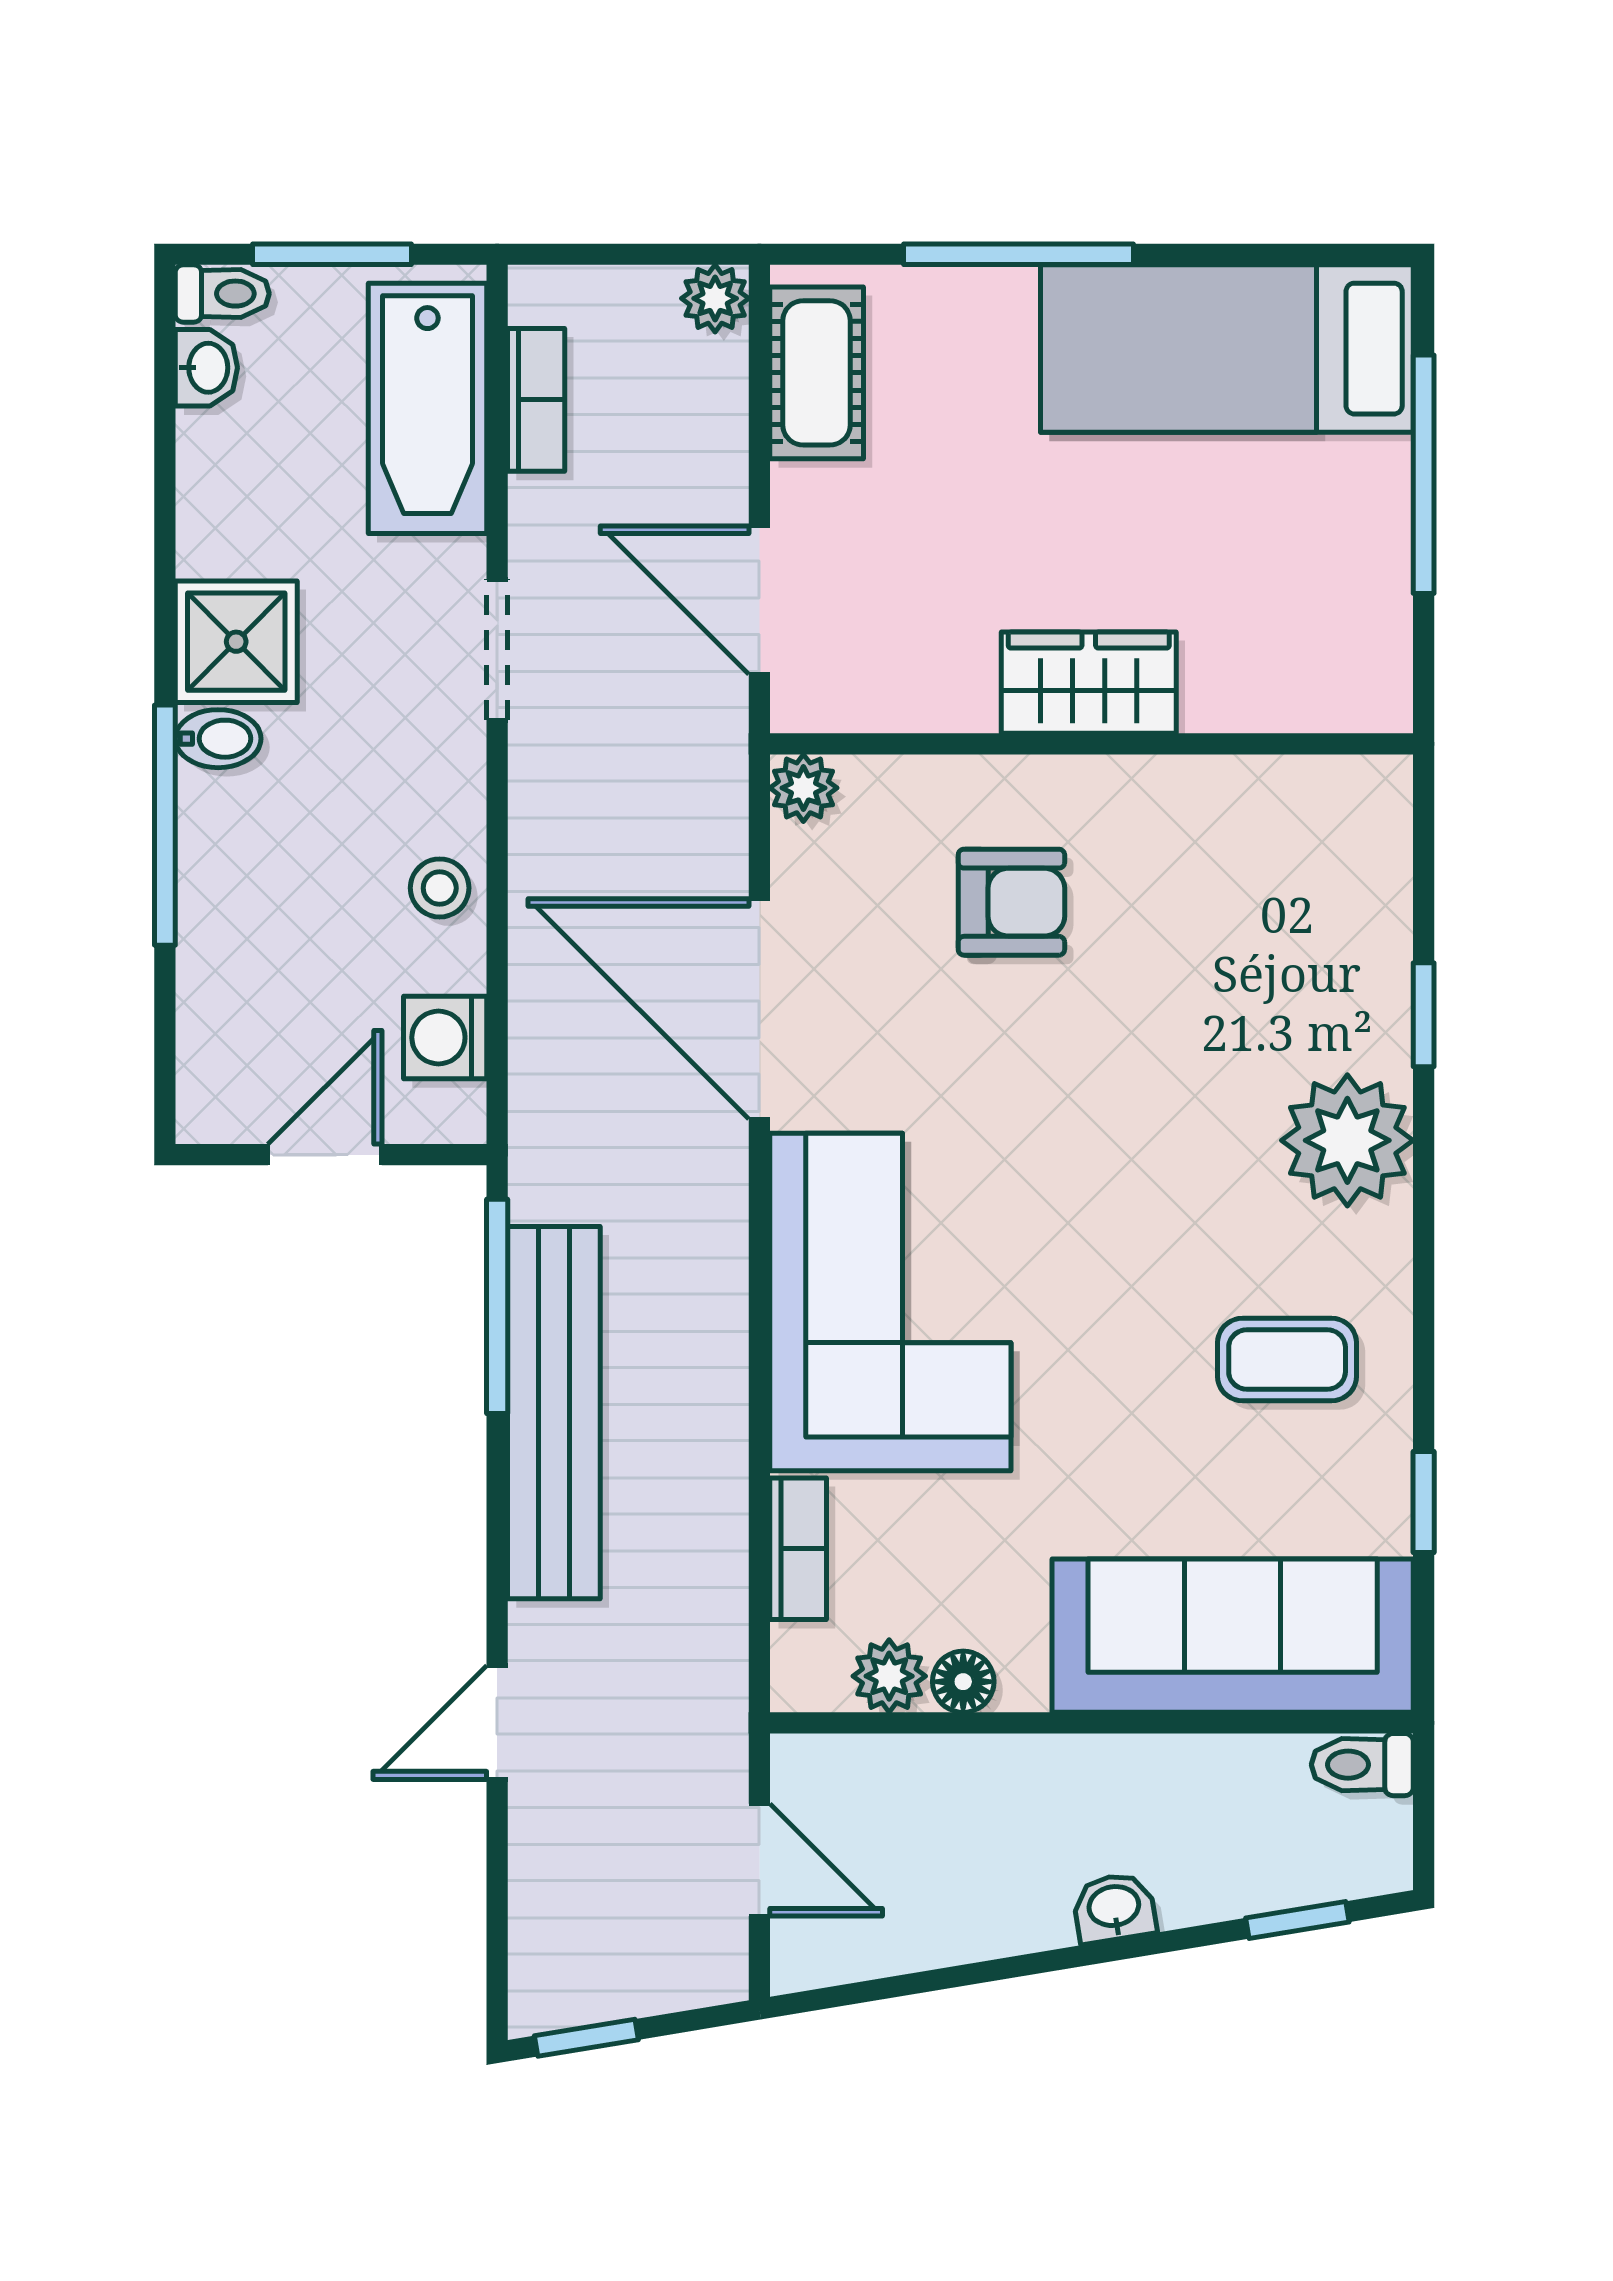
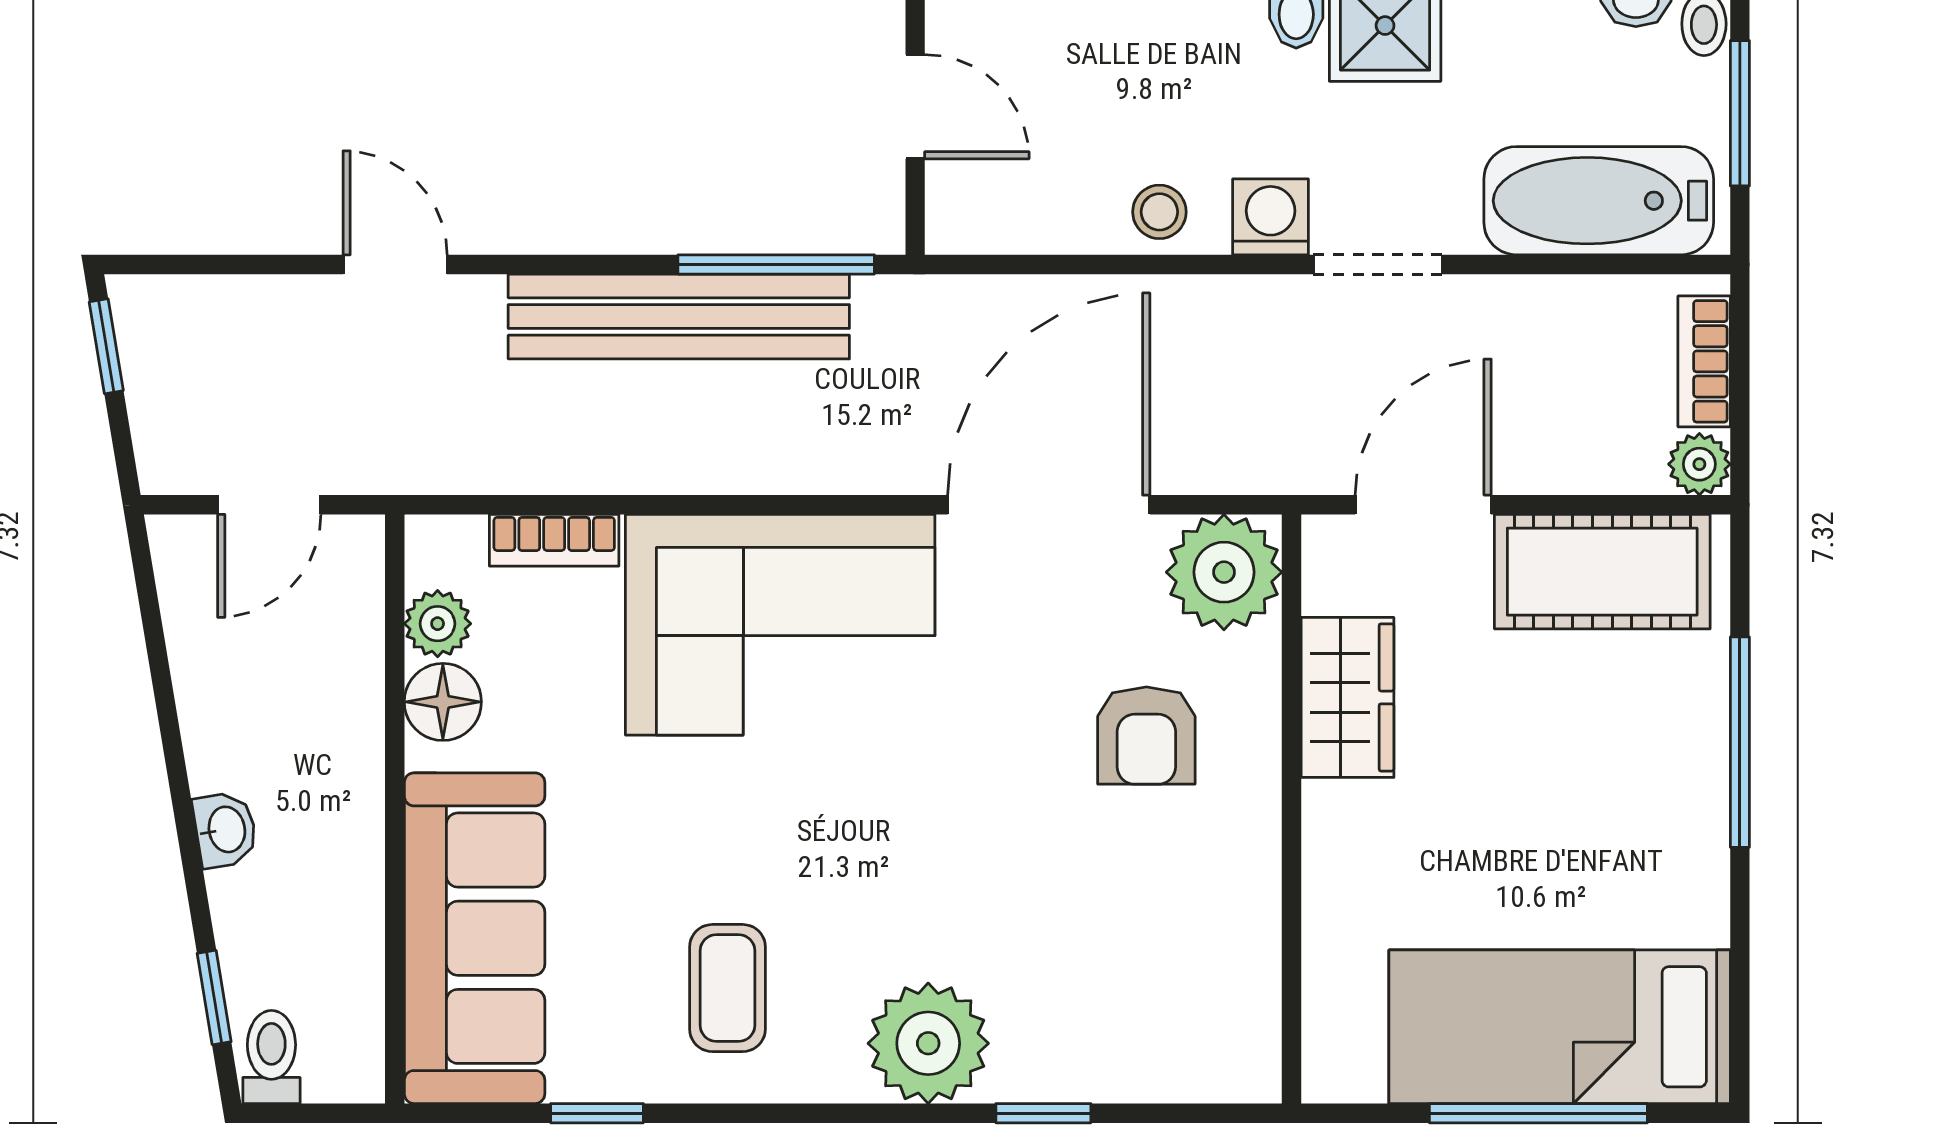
bed: (1227, 349) -> (1560, 1027), moved, turned -90
cot: (817, 373) -> (1602, 572), width x1.37, depth x1.34
bookcase: (536, 400) -> (1704, 361), moved, turned 90
wardrobe: (1089, 683) -> (1347, 697), moved
plant: (803, 788) -> (1224, 572), width x1.88, depth x1.88
washing machine: (445, 1037) -> (1271, 217), moved
floor lamp: (963, 1682) -> (443, 702), width x1.37, depth x1.37
toilet: (1362, 1765) -> (271, 1057), moved

